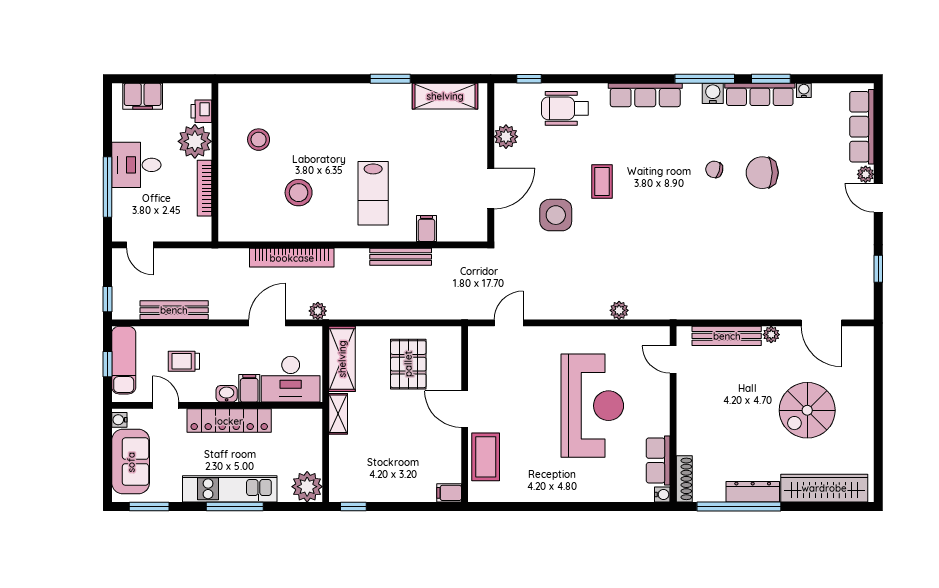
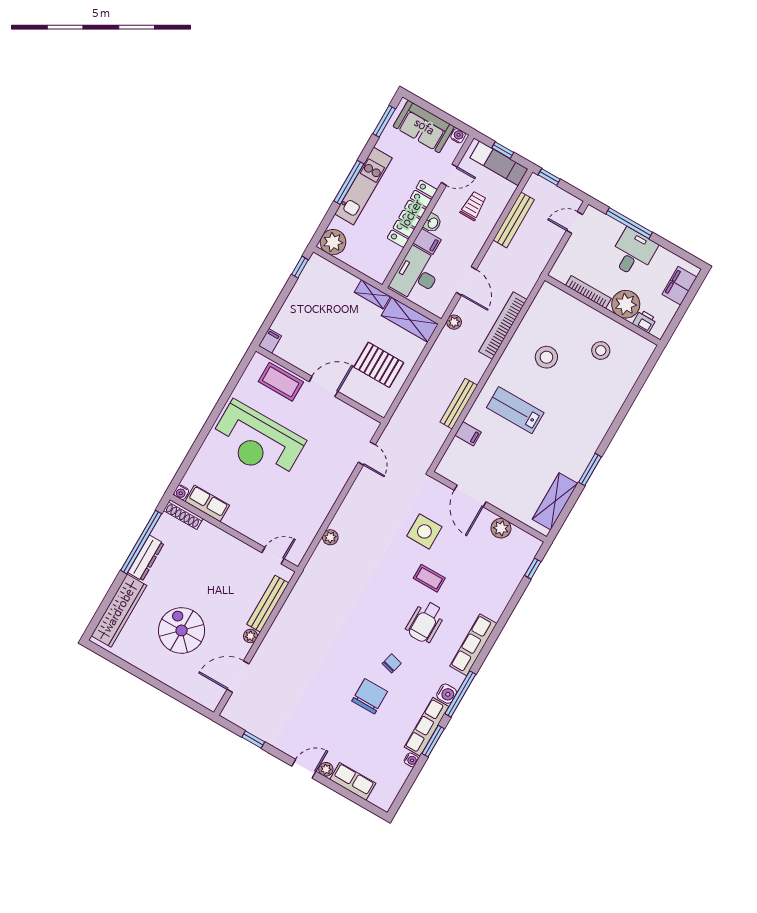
wheelchair: (565, 108) -> (425, 622), moved, turned 180
row of seats: (862, 127) -> (353, 781), width x0.68
reception desk: (592, 406) -> (257, 441), moved

